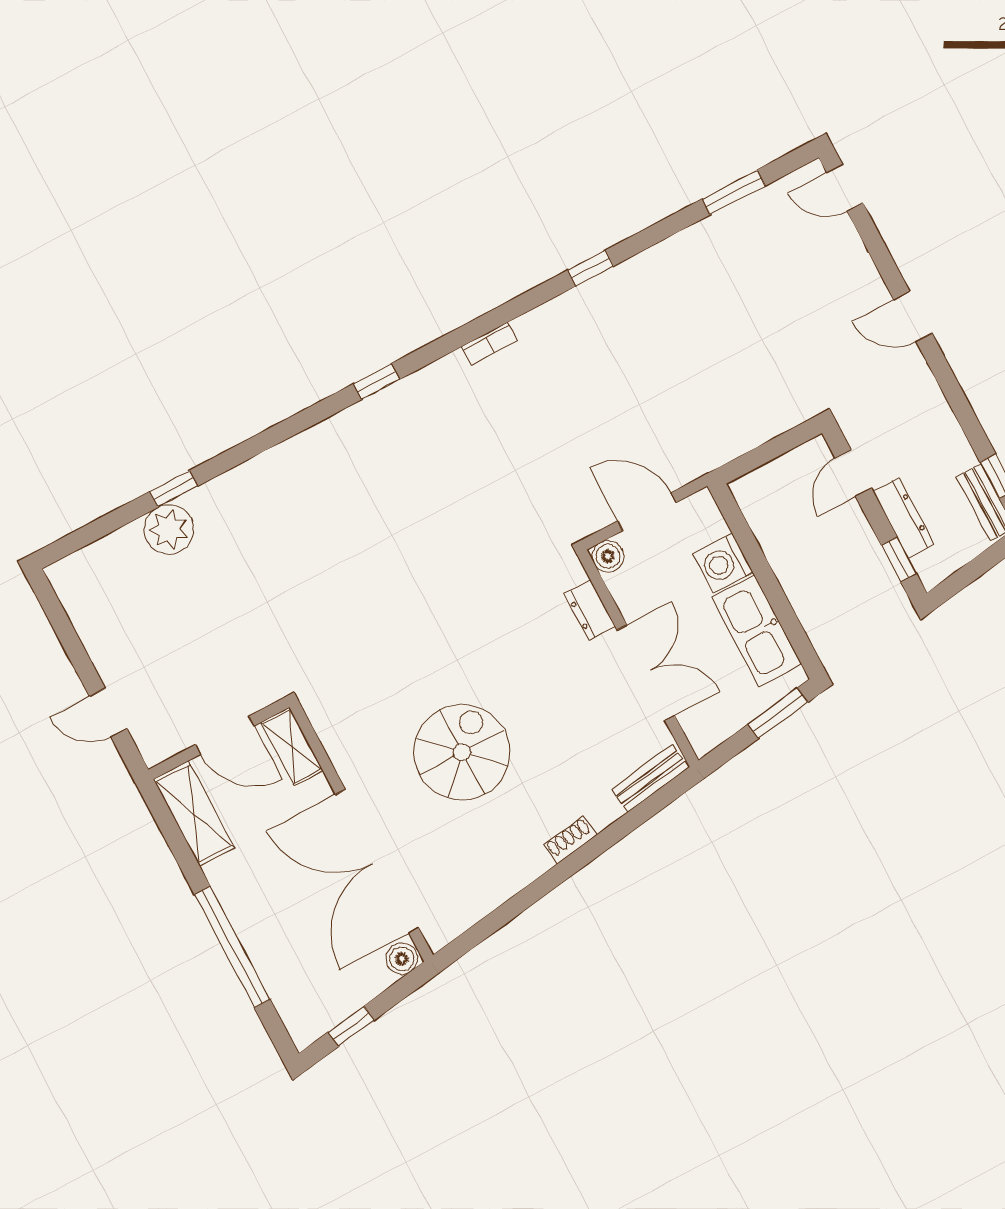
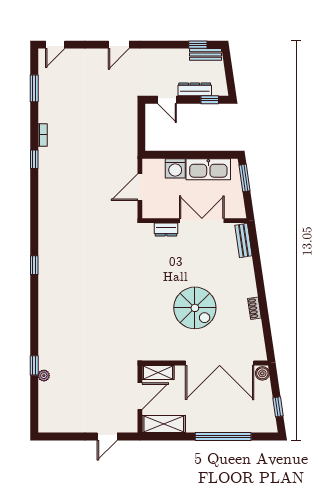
bookcase: (490, 343) -> (43, 135), moved
plant: (169, 529) -> (44, 376), width x0.53, depth x0.53
boiler: (608, 556) -> (149, 211), removed
spiral stairs: (462, 752) -> (195, 308), turned 180
shoe rack: (570, 840) -> (254, 308), moved

